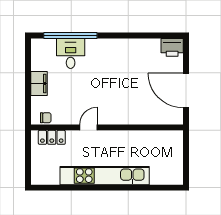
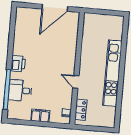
printer: (172, 47) -> (18, 64), moved

